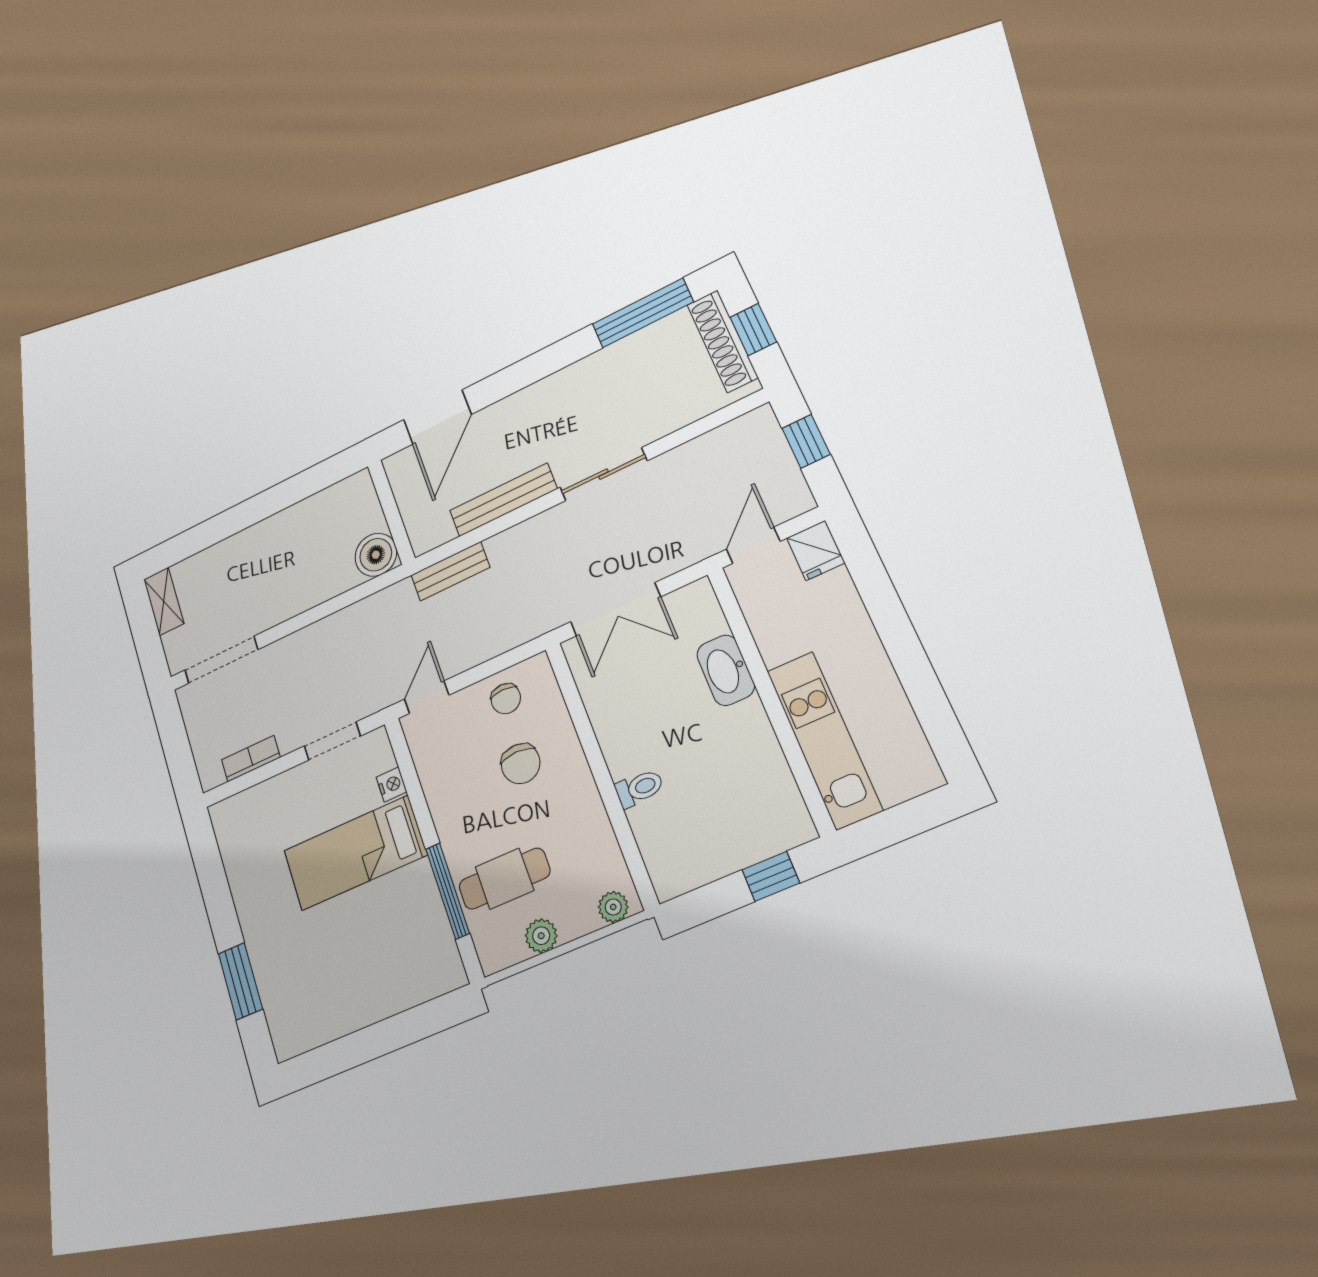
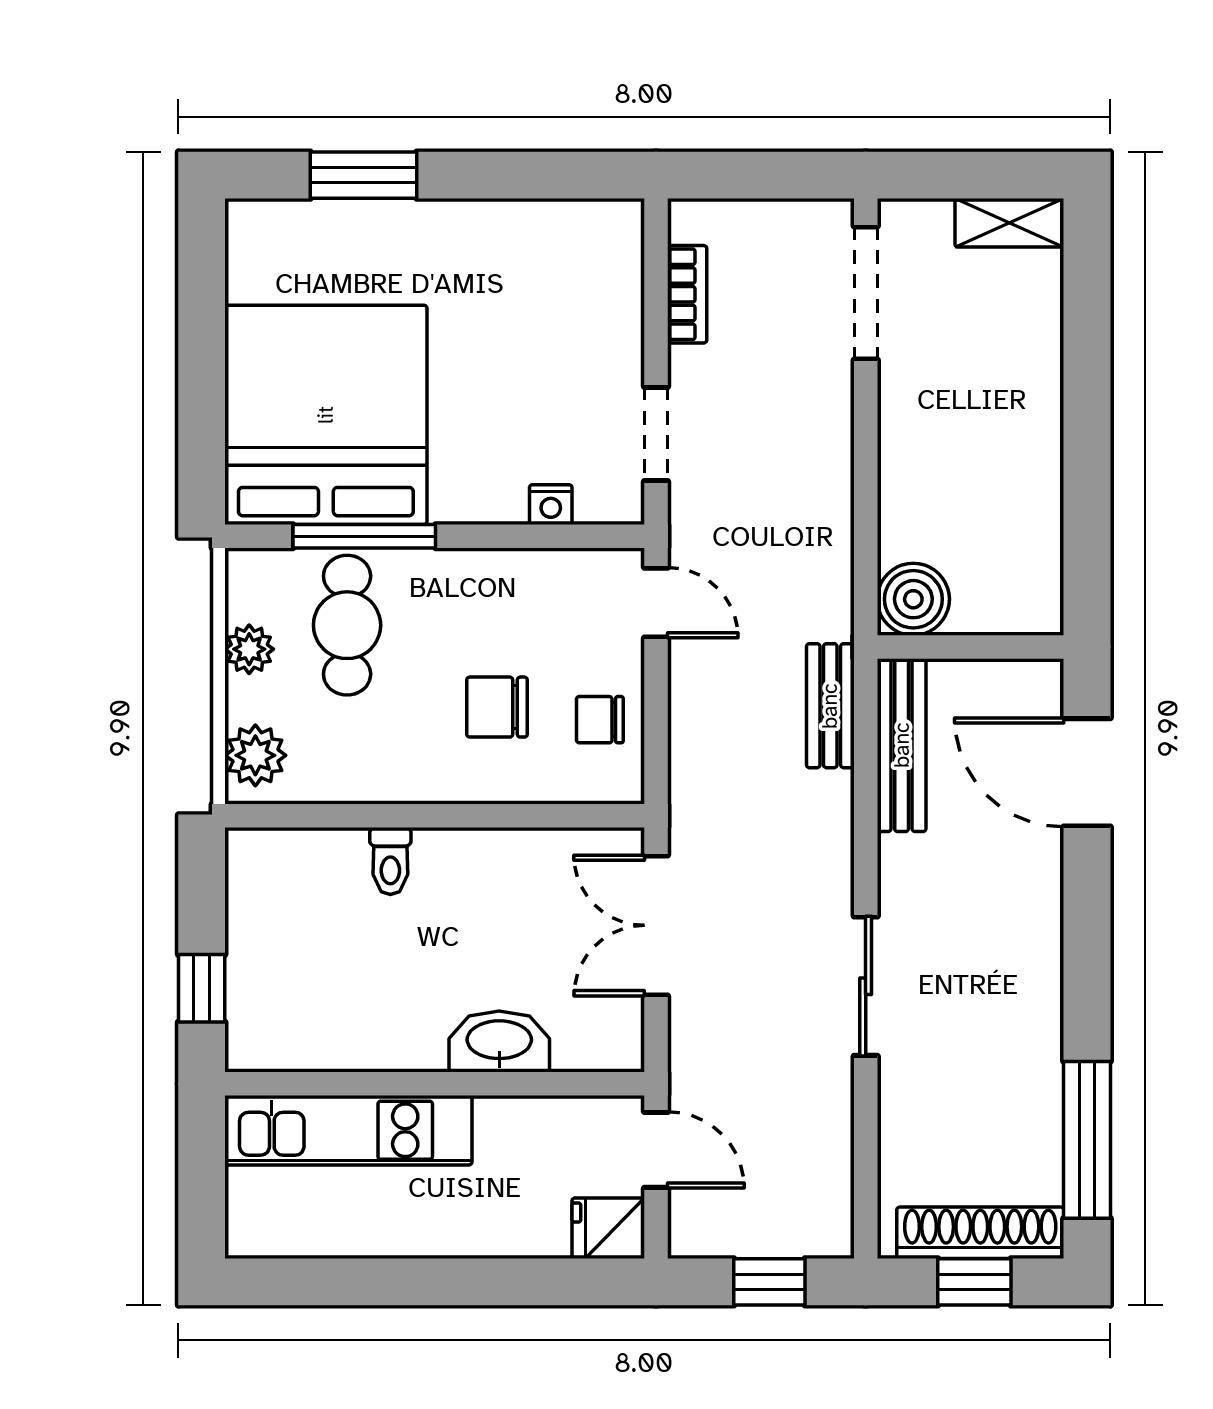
bench: (503, 500) -> (902, 745), moved
bed: (355, 853) -> (326, 415), moved, width x2.04
plant: (613, 907) -> (255, 755), width x1.38, depth x1.38

